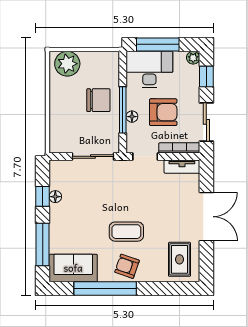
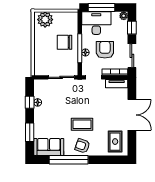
chair: (98, 100) -> (64, 42), turned 180
armchair: (163, 112) -> (105, 50), turned -90
window: (43, 245) -> (30, 132), width x0.69

